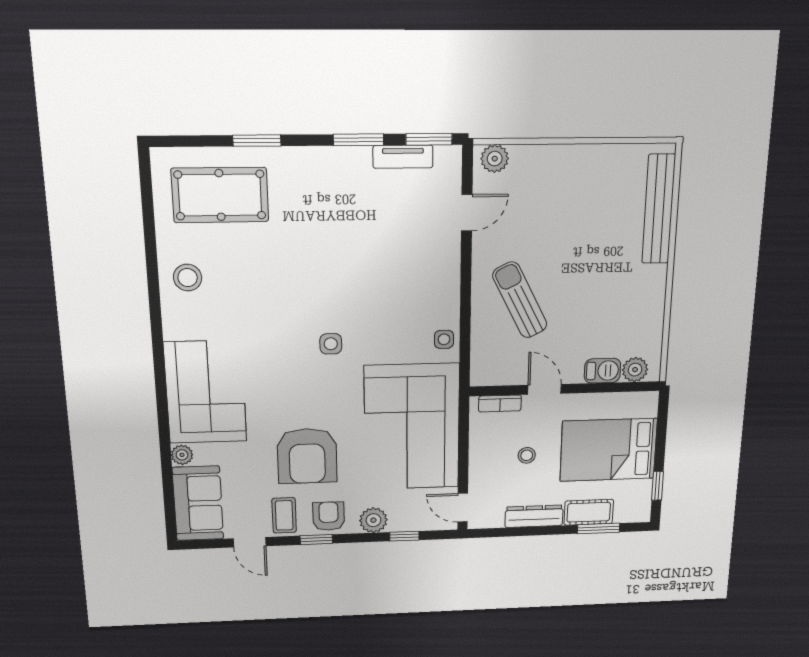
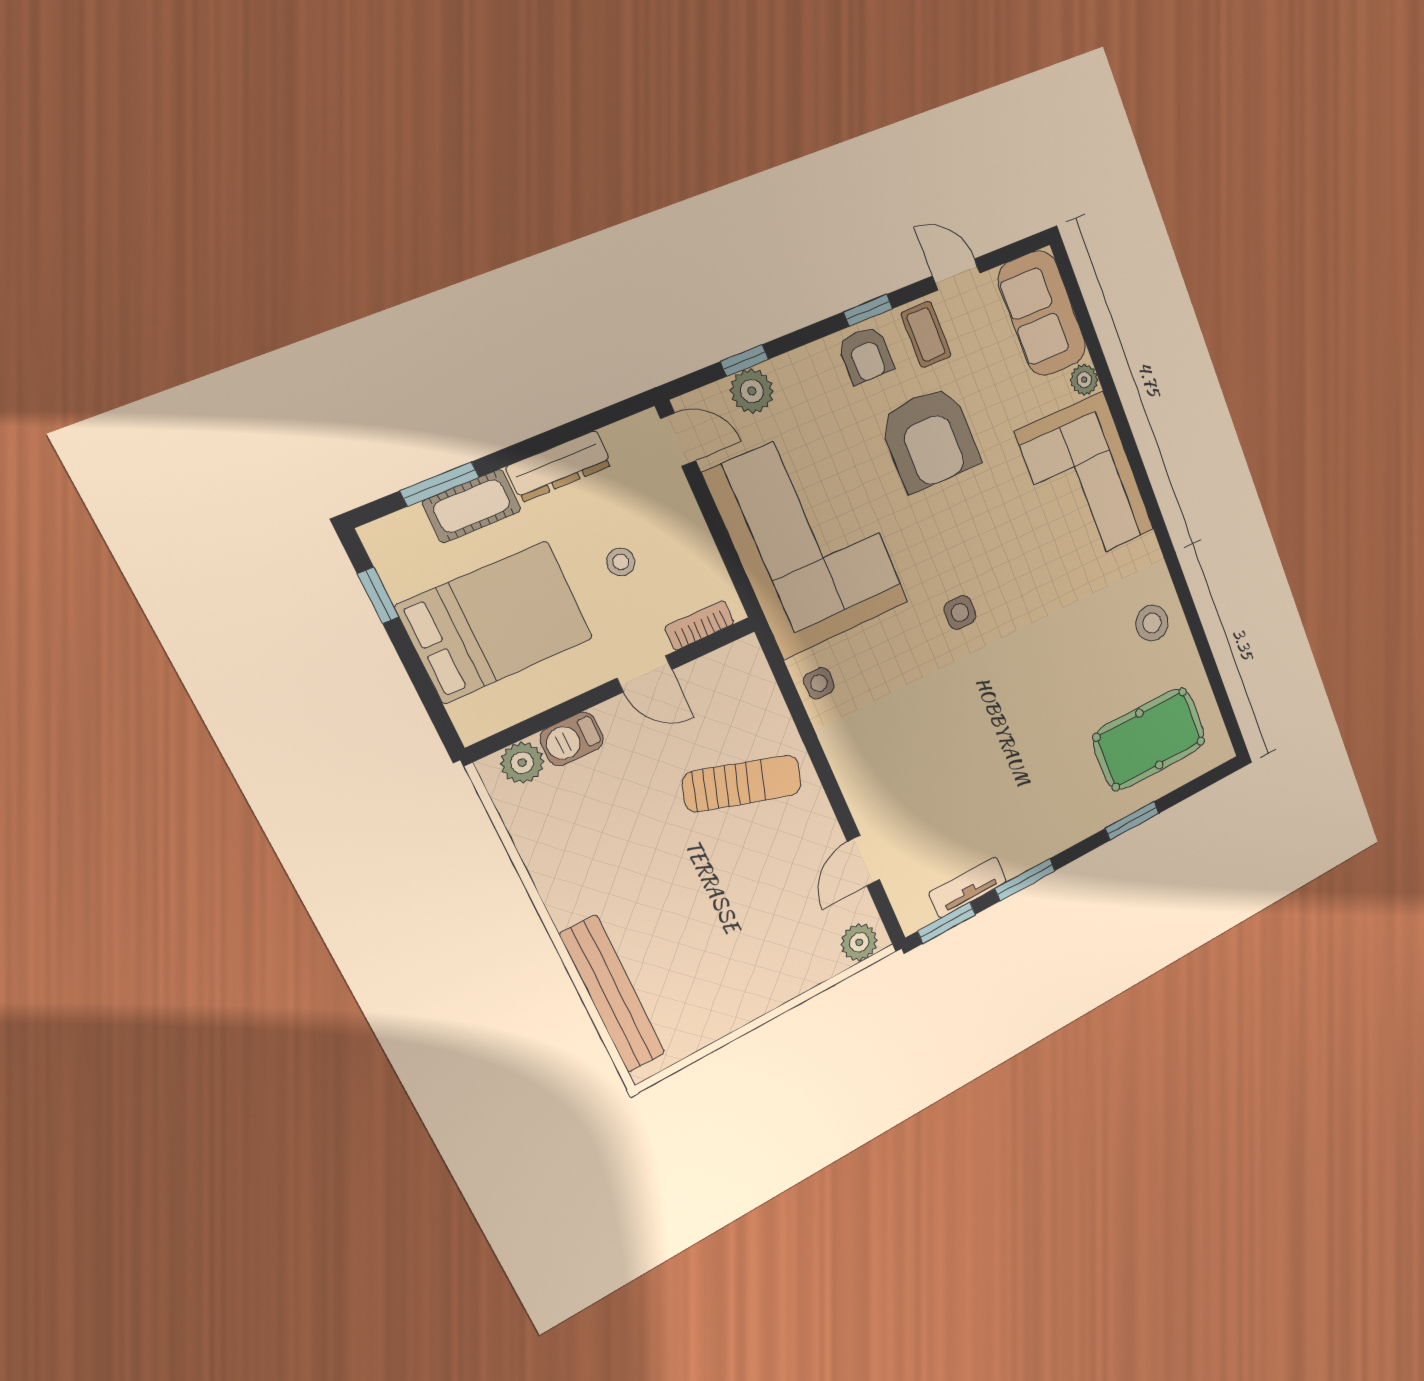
sun lounger: (520, 300) -> (742, 783), turned -46
armchair: (307, 456) -> (930, 439), turned 180
plant: (373, 520) -> (752, 391), moved

